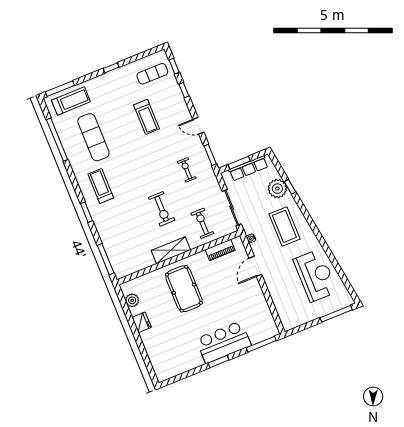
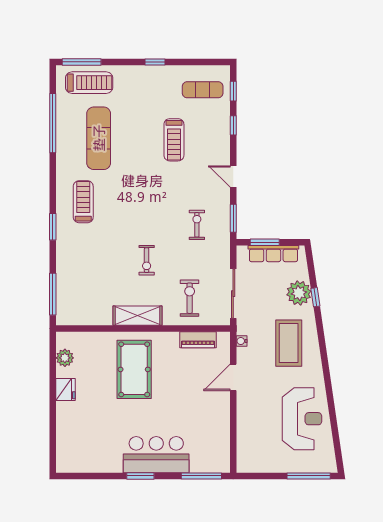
exercise bike: (162, 209) -> (147, 260), width x0.73, depth x0.72

